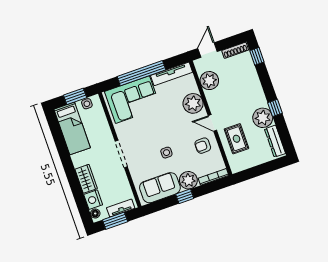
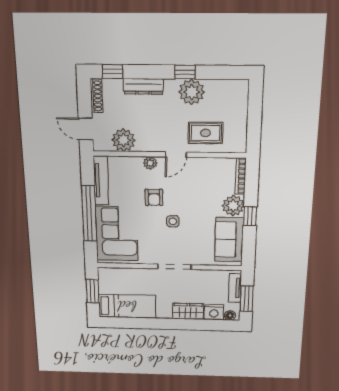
plant: (193, 103) -> (150, 163), width x0.53, depth x0.53
side table: (87, 104) -> (105, 282), removed
dresser: (275, 141) -> (143, 86), moved
armchair: (203, 146) -> (154, 197), moved
side table: (166, 153) -> (173, 221), moved

